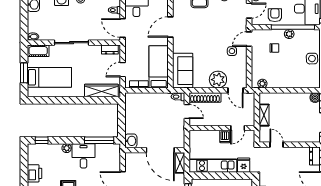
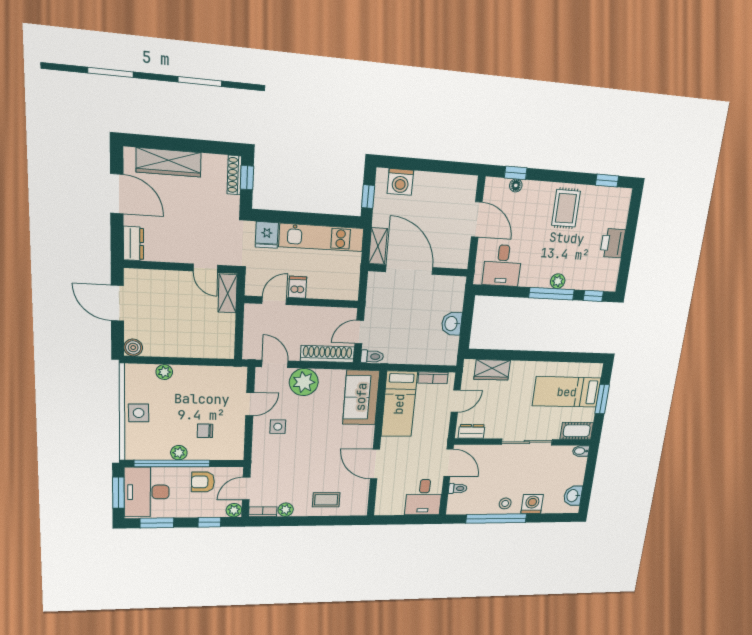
armchair: (275, 15) -> (203, 482), turned 90
door: (170, 27) -> (375, 464), swing flipped
door: (249, 39) -> (250, 404), moved
plant: (262, 84) -> (164, 372), moved
wardrobe: (101, 90) -> (492, 370), width x0.67
door: (187, 111) -> (359, 332), hinge flipped
shelving: (264, 115) -> (228, 293), moved
window: (99, 140) -> (551, 294), moved
washbasin: (131, 141) -> (452, 324), moved
desk: (83, 156) -> (502, 265), moved

